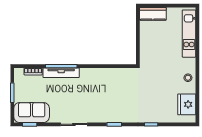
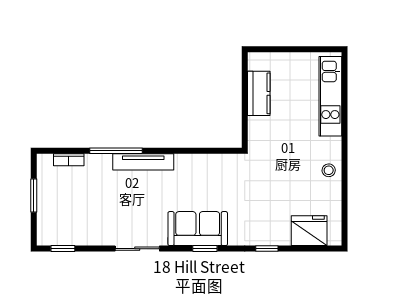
kitchen counter: (153, 14) -> (259, 93), moved, turned -90
tv unit: (61, 73) -> (143, 162), moved
fridge: (187, 104) -> (309, 231), moved, turned 90
sofa: (32, 112) -> (198, 229), moved

